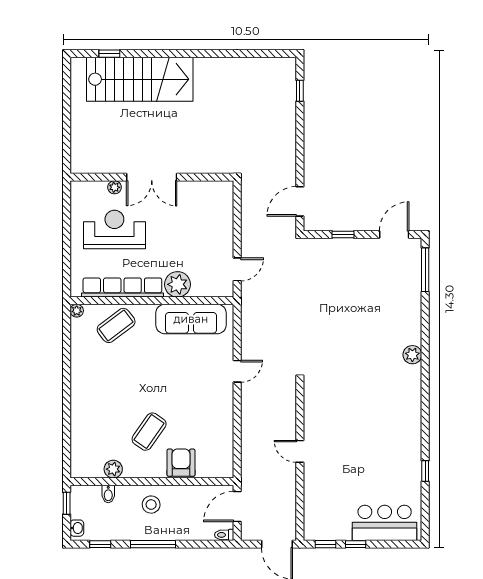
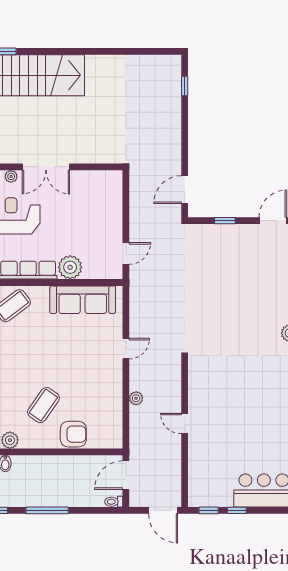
plant: (248, 424) -> (136, 398), added
armchair: (181, 463) -> (73, 434), turned 90
stool: (151, 505) -> (45, 473), removed

